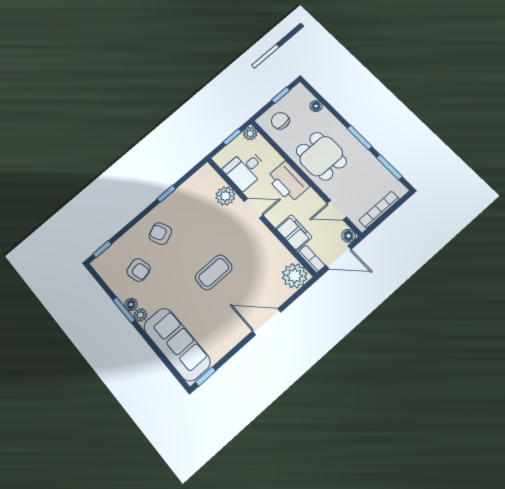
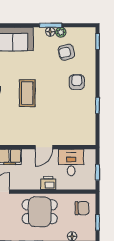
plant: (250, 134) -> (90, 184), removed
printer: (288, 182) -> (48, 183), width x0.53, depth x0.68
plant: (225, 196) -> (65, 138), removed
armchair: (160, 234) -> (77, 82), turned -66
plant: (140, 315) -> (61, 32), moved

